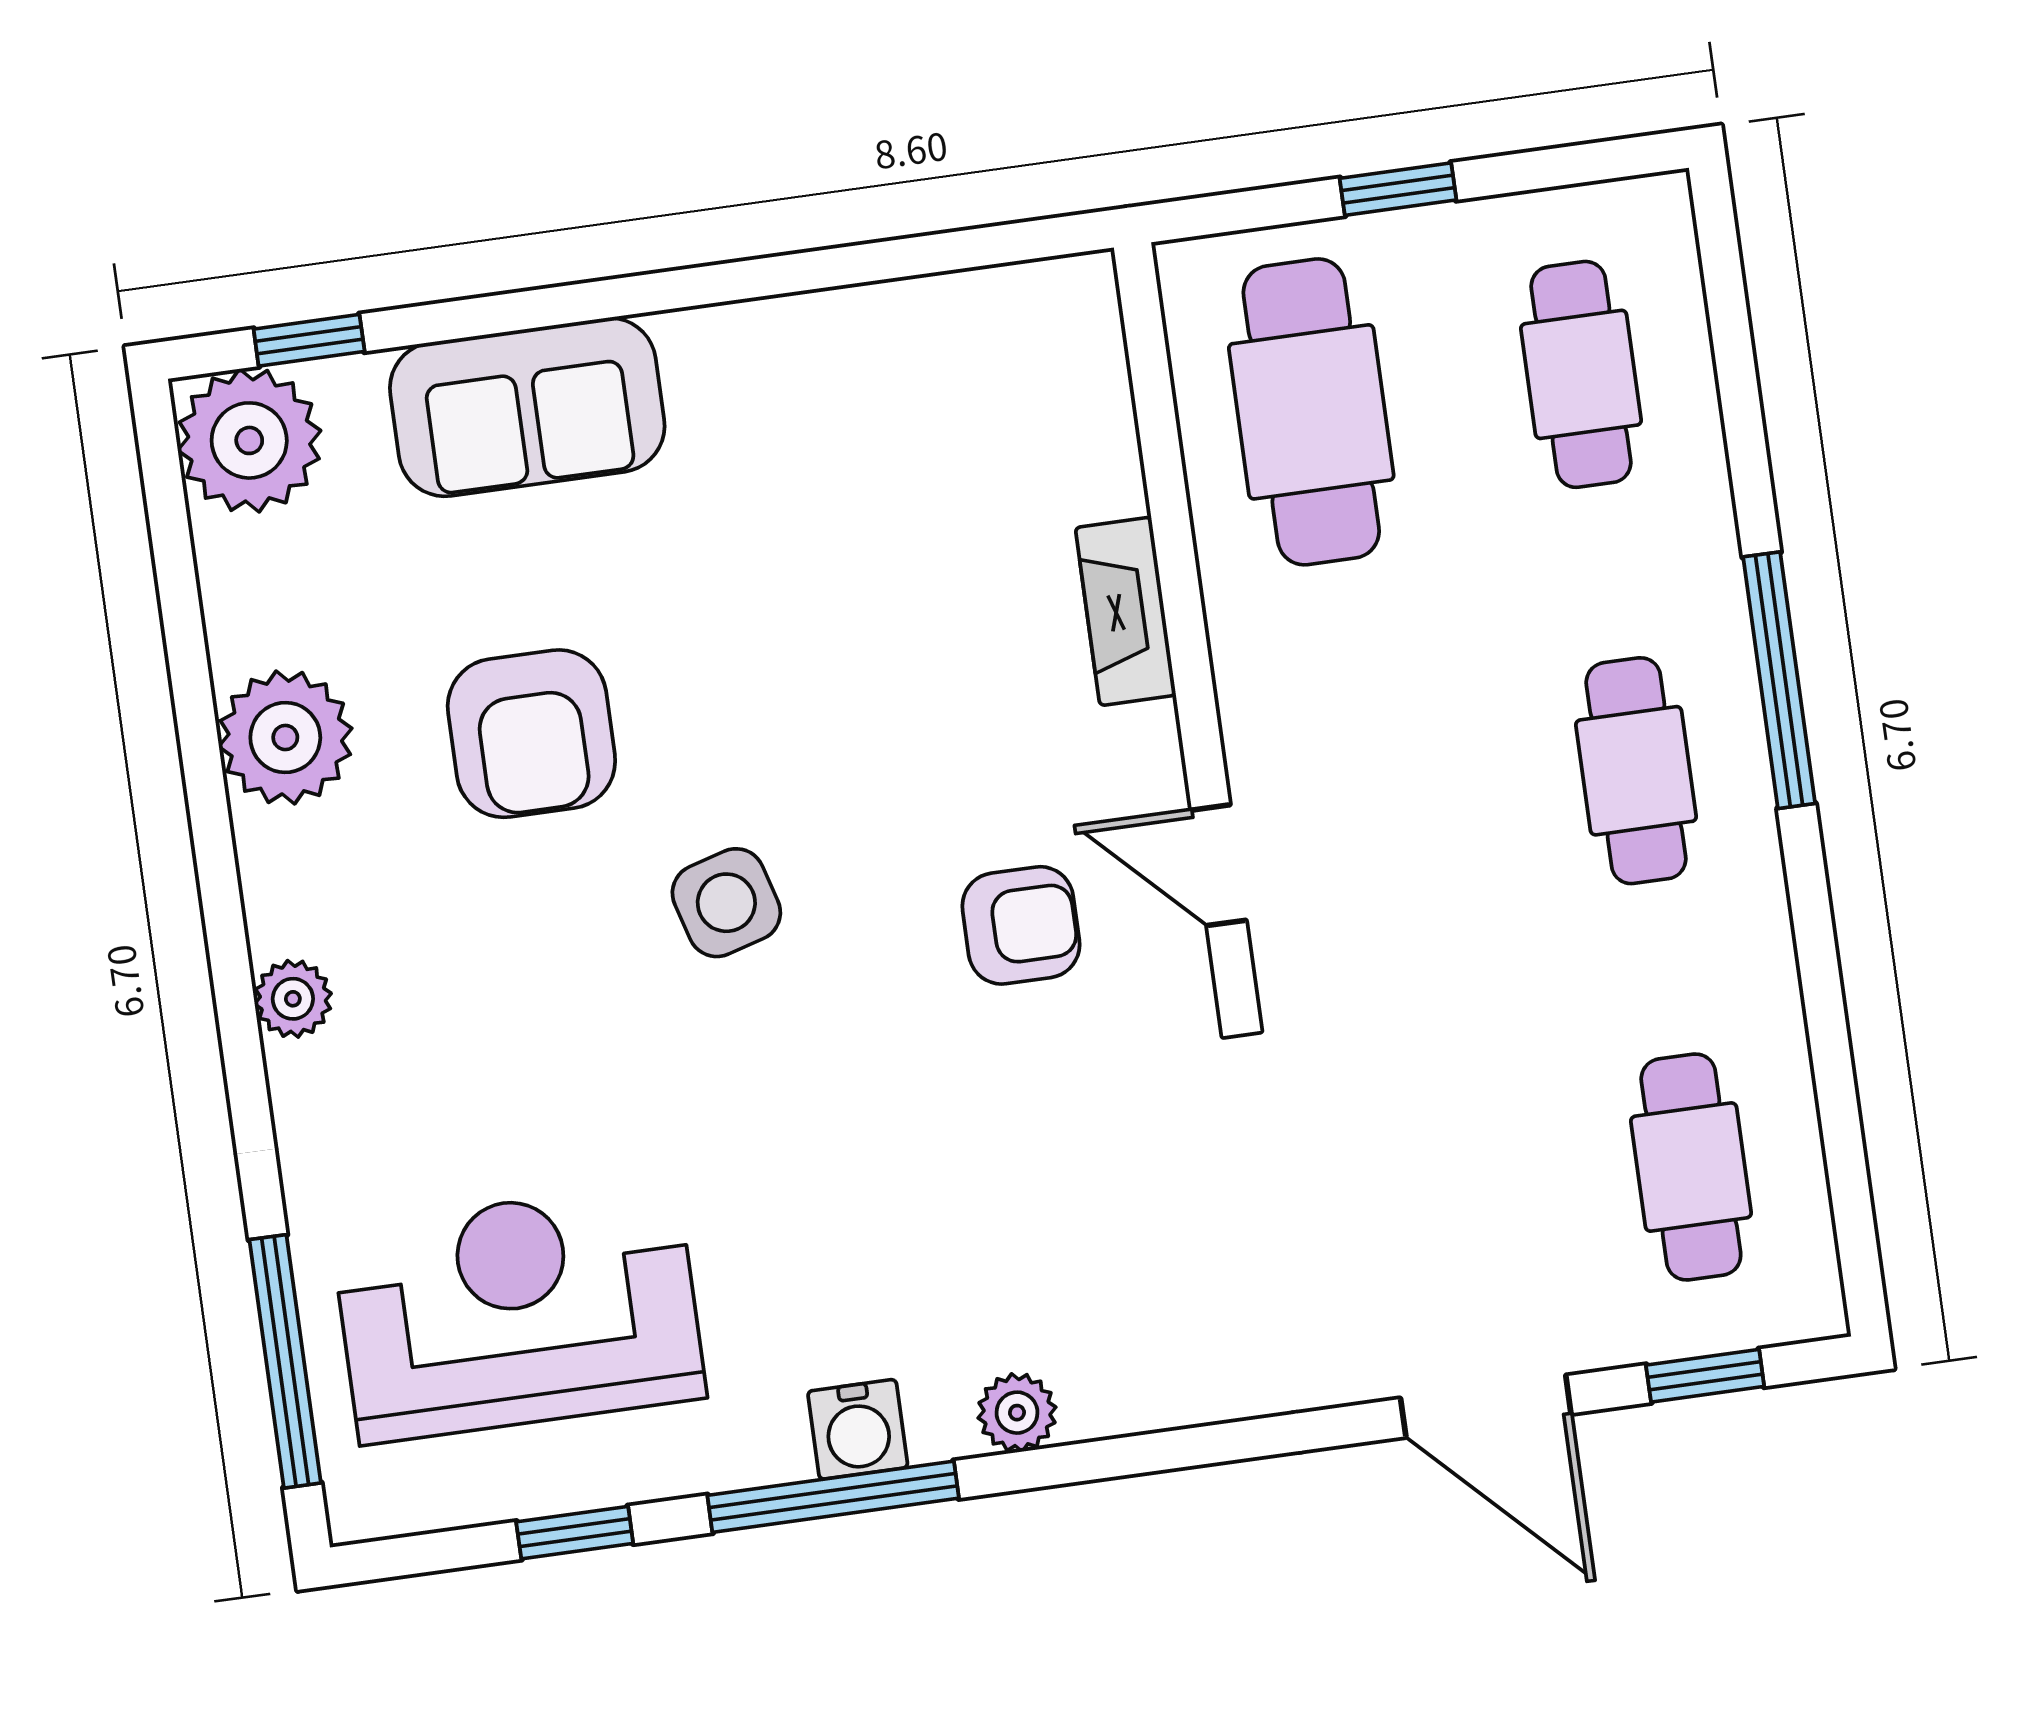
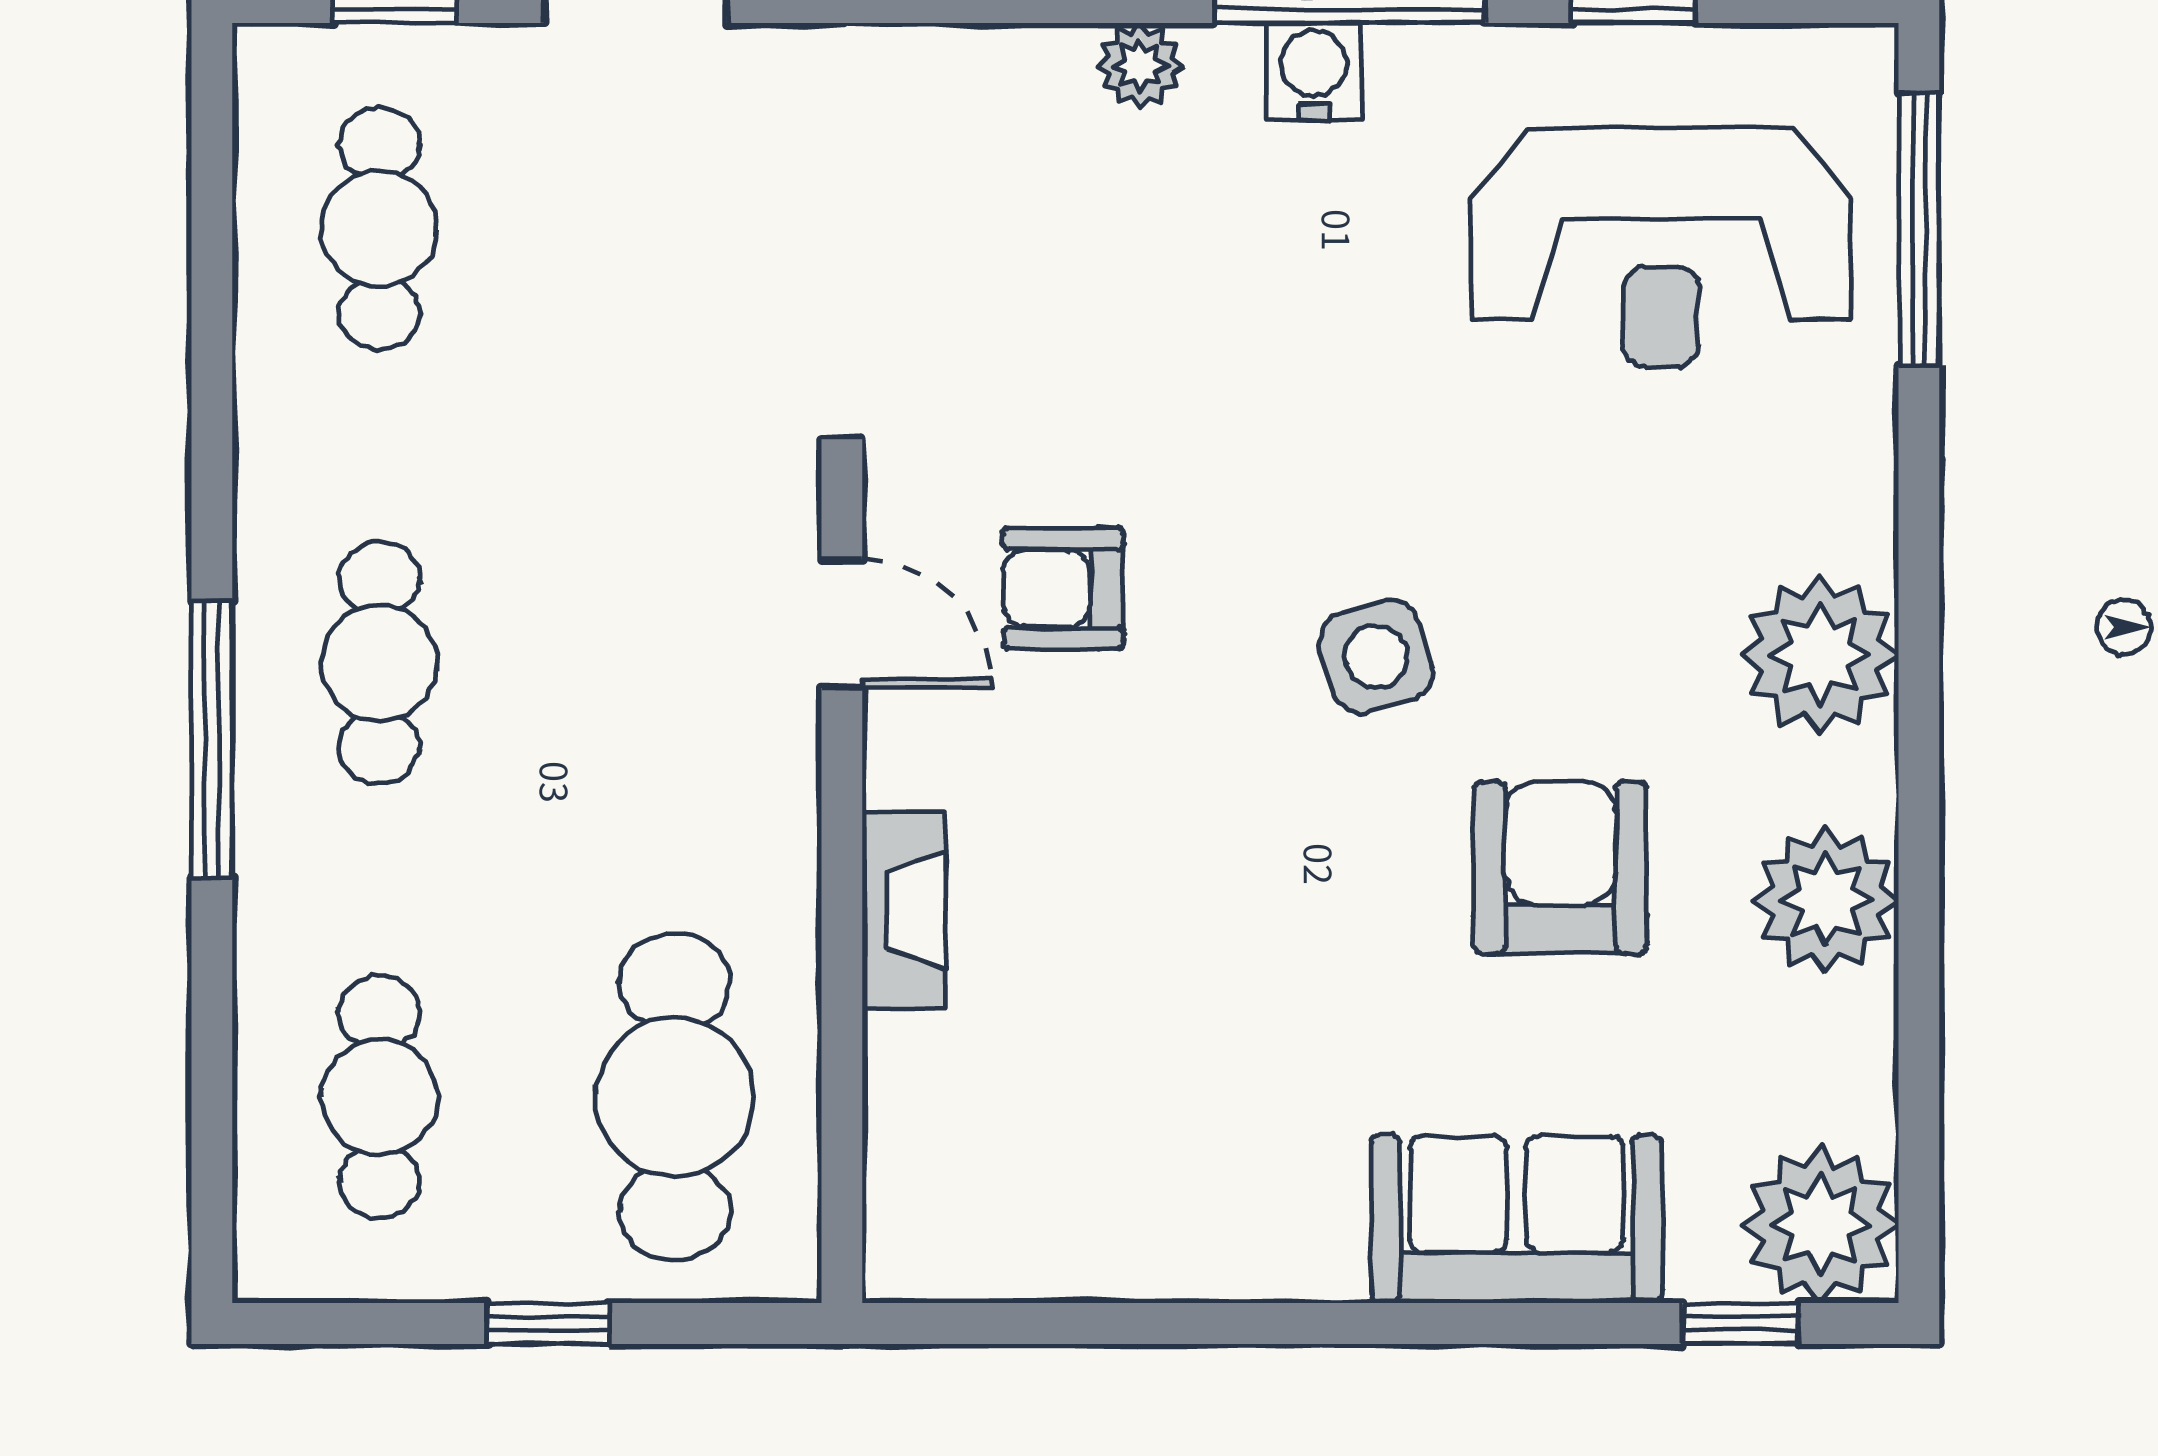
plant: (293, 999) -> (1820, 655), width x1.87, depth x1.87

